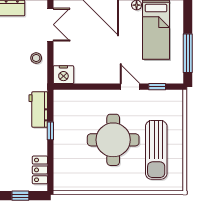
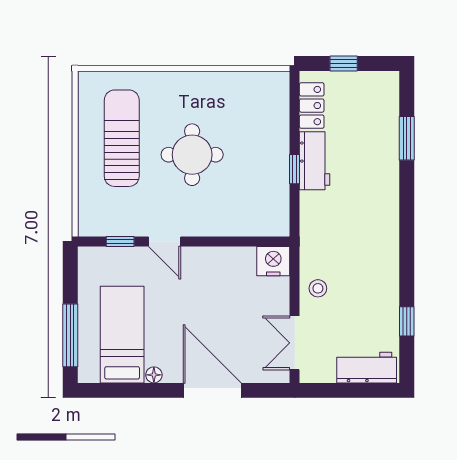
window: (188, 53) -> (70, 335), moved
workbench: (38, 109) -> (315, 161), moved
round table: (113, 140) -> (192, 155), width x0.73, depth x0.73

